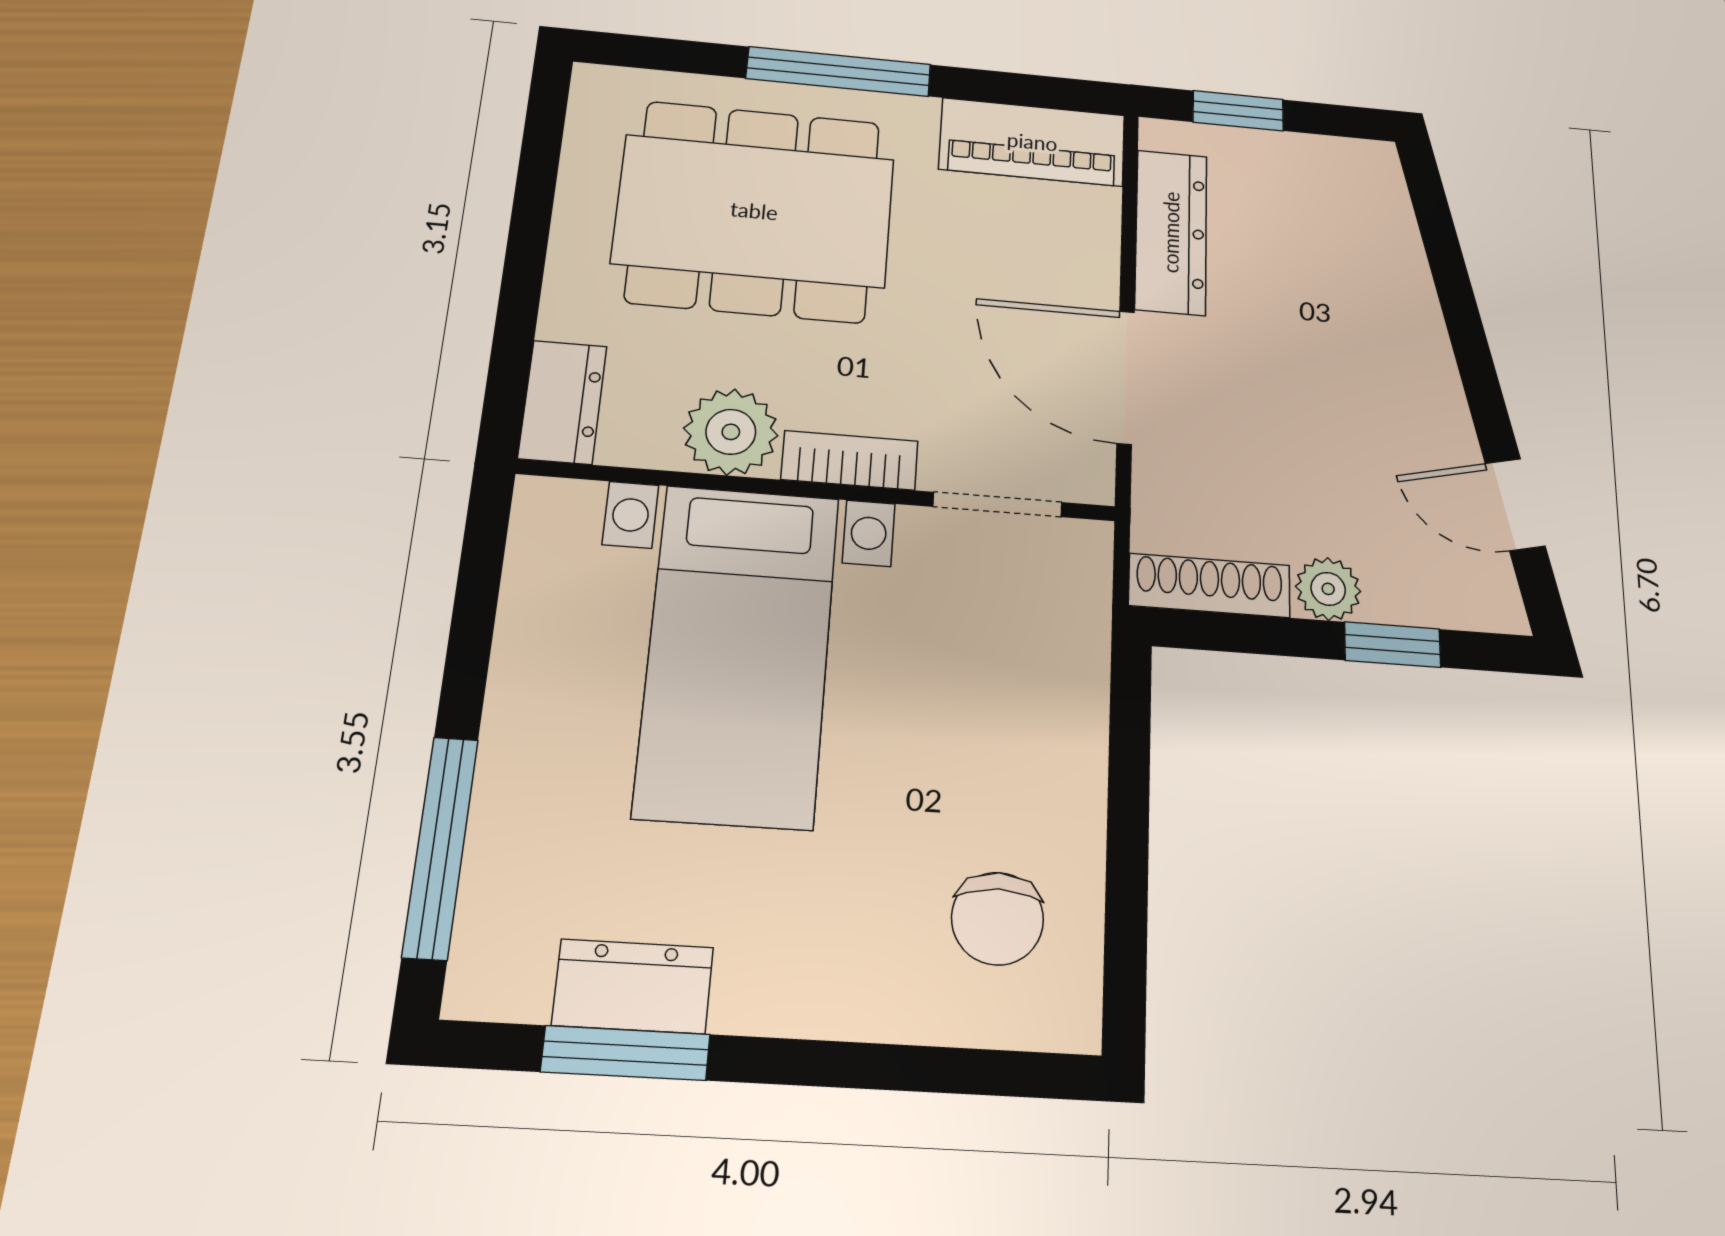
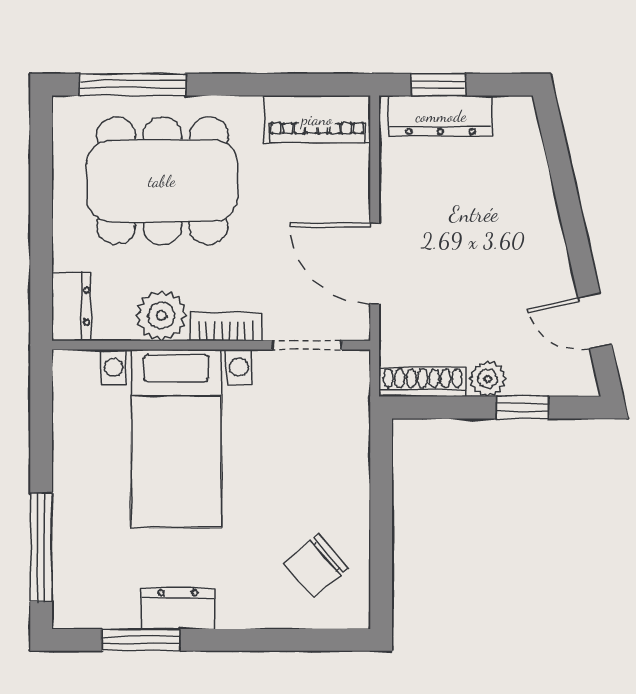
window: (839, 72) -> (133, 85), moved
dresser: (1171, 232) -> (441, 116), moved, turned 90
chair: (997, 918) -> (316, 566), turned 49
dresser: (633, 986) -> (178, 609), moved

